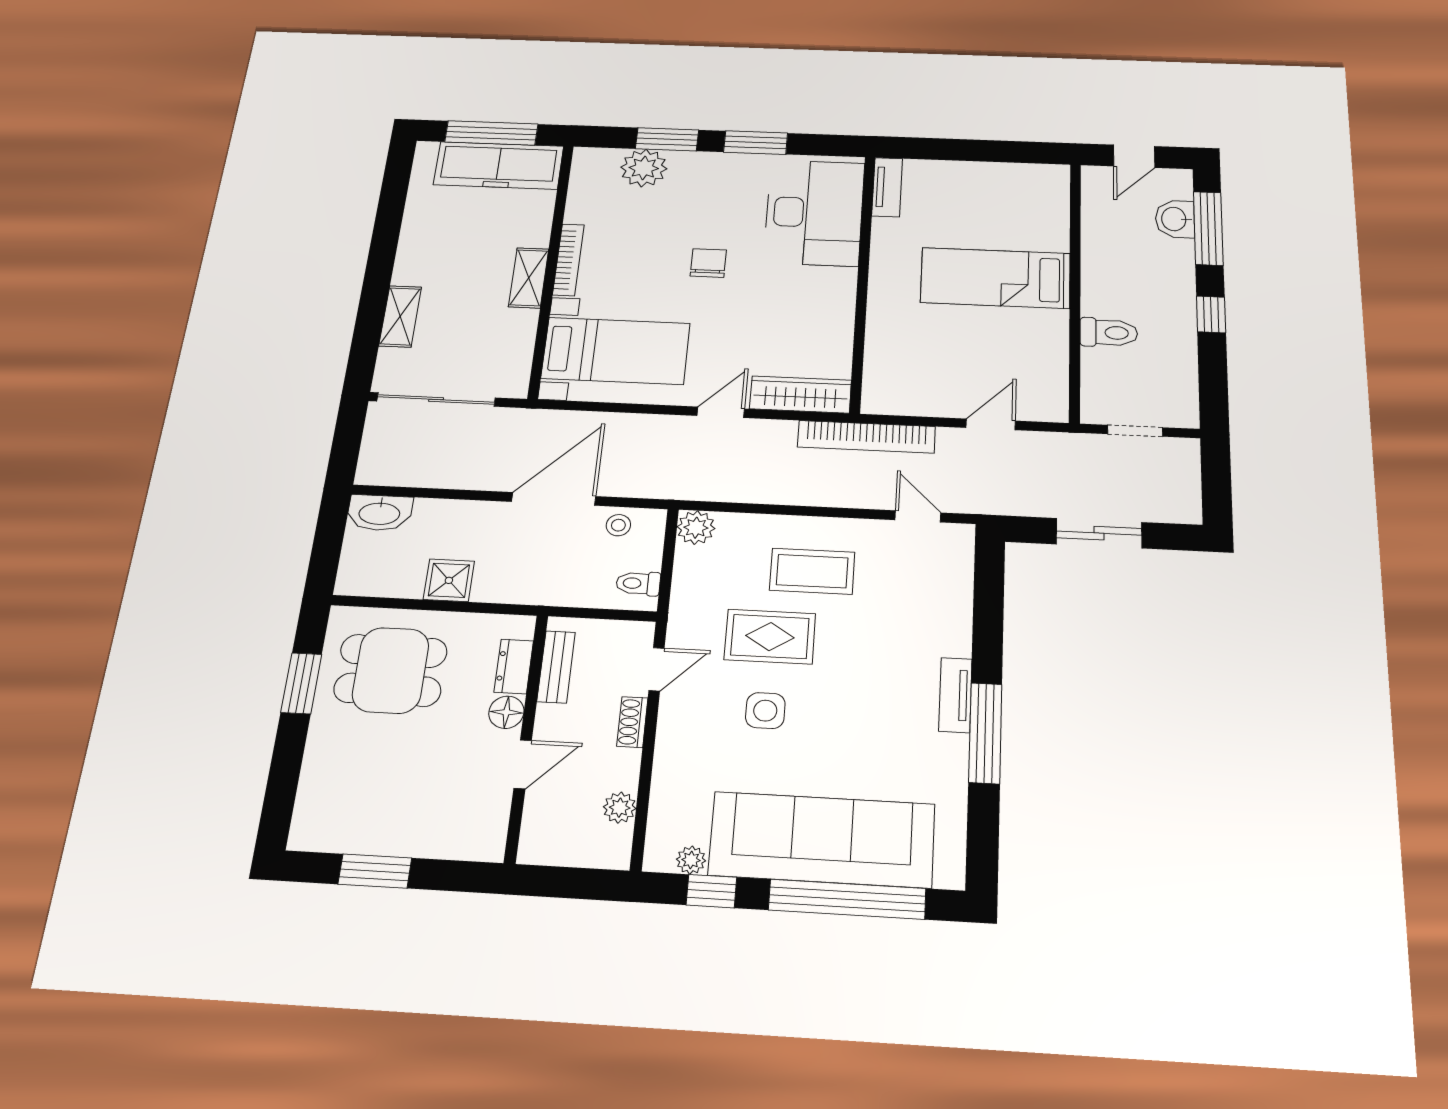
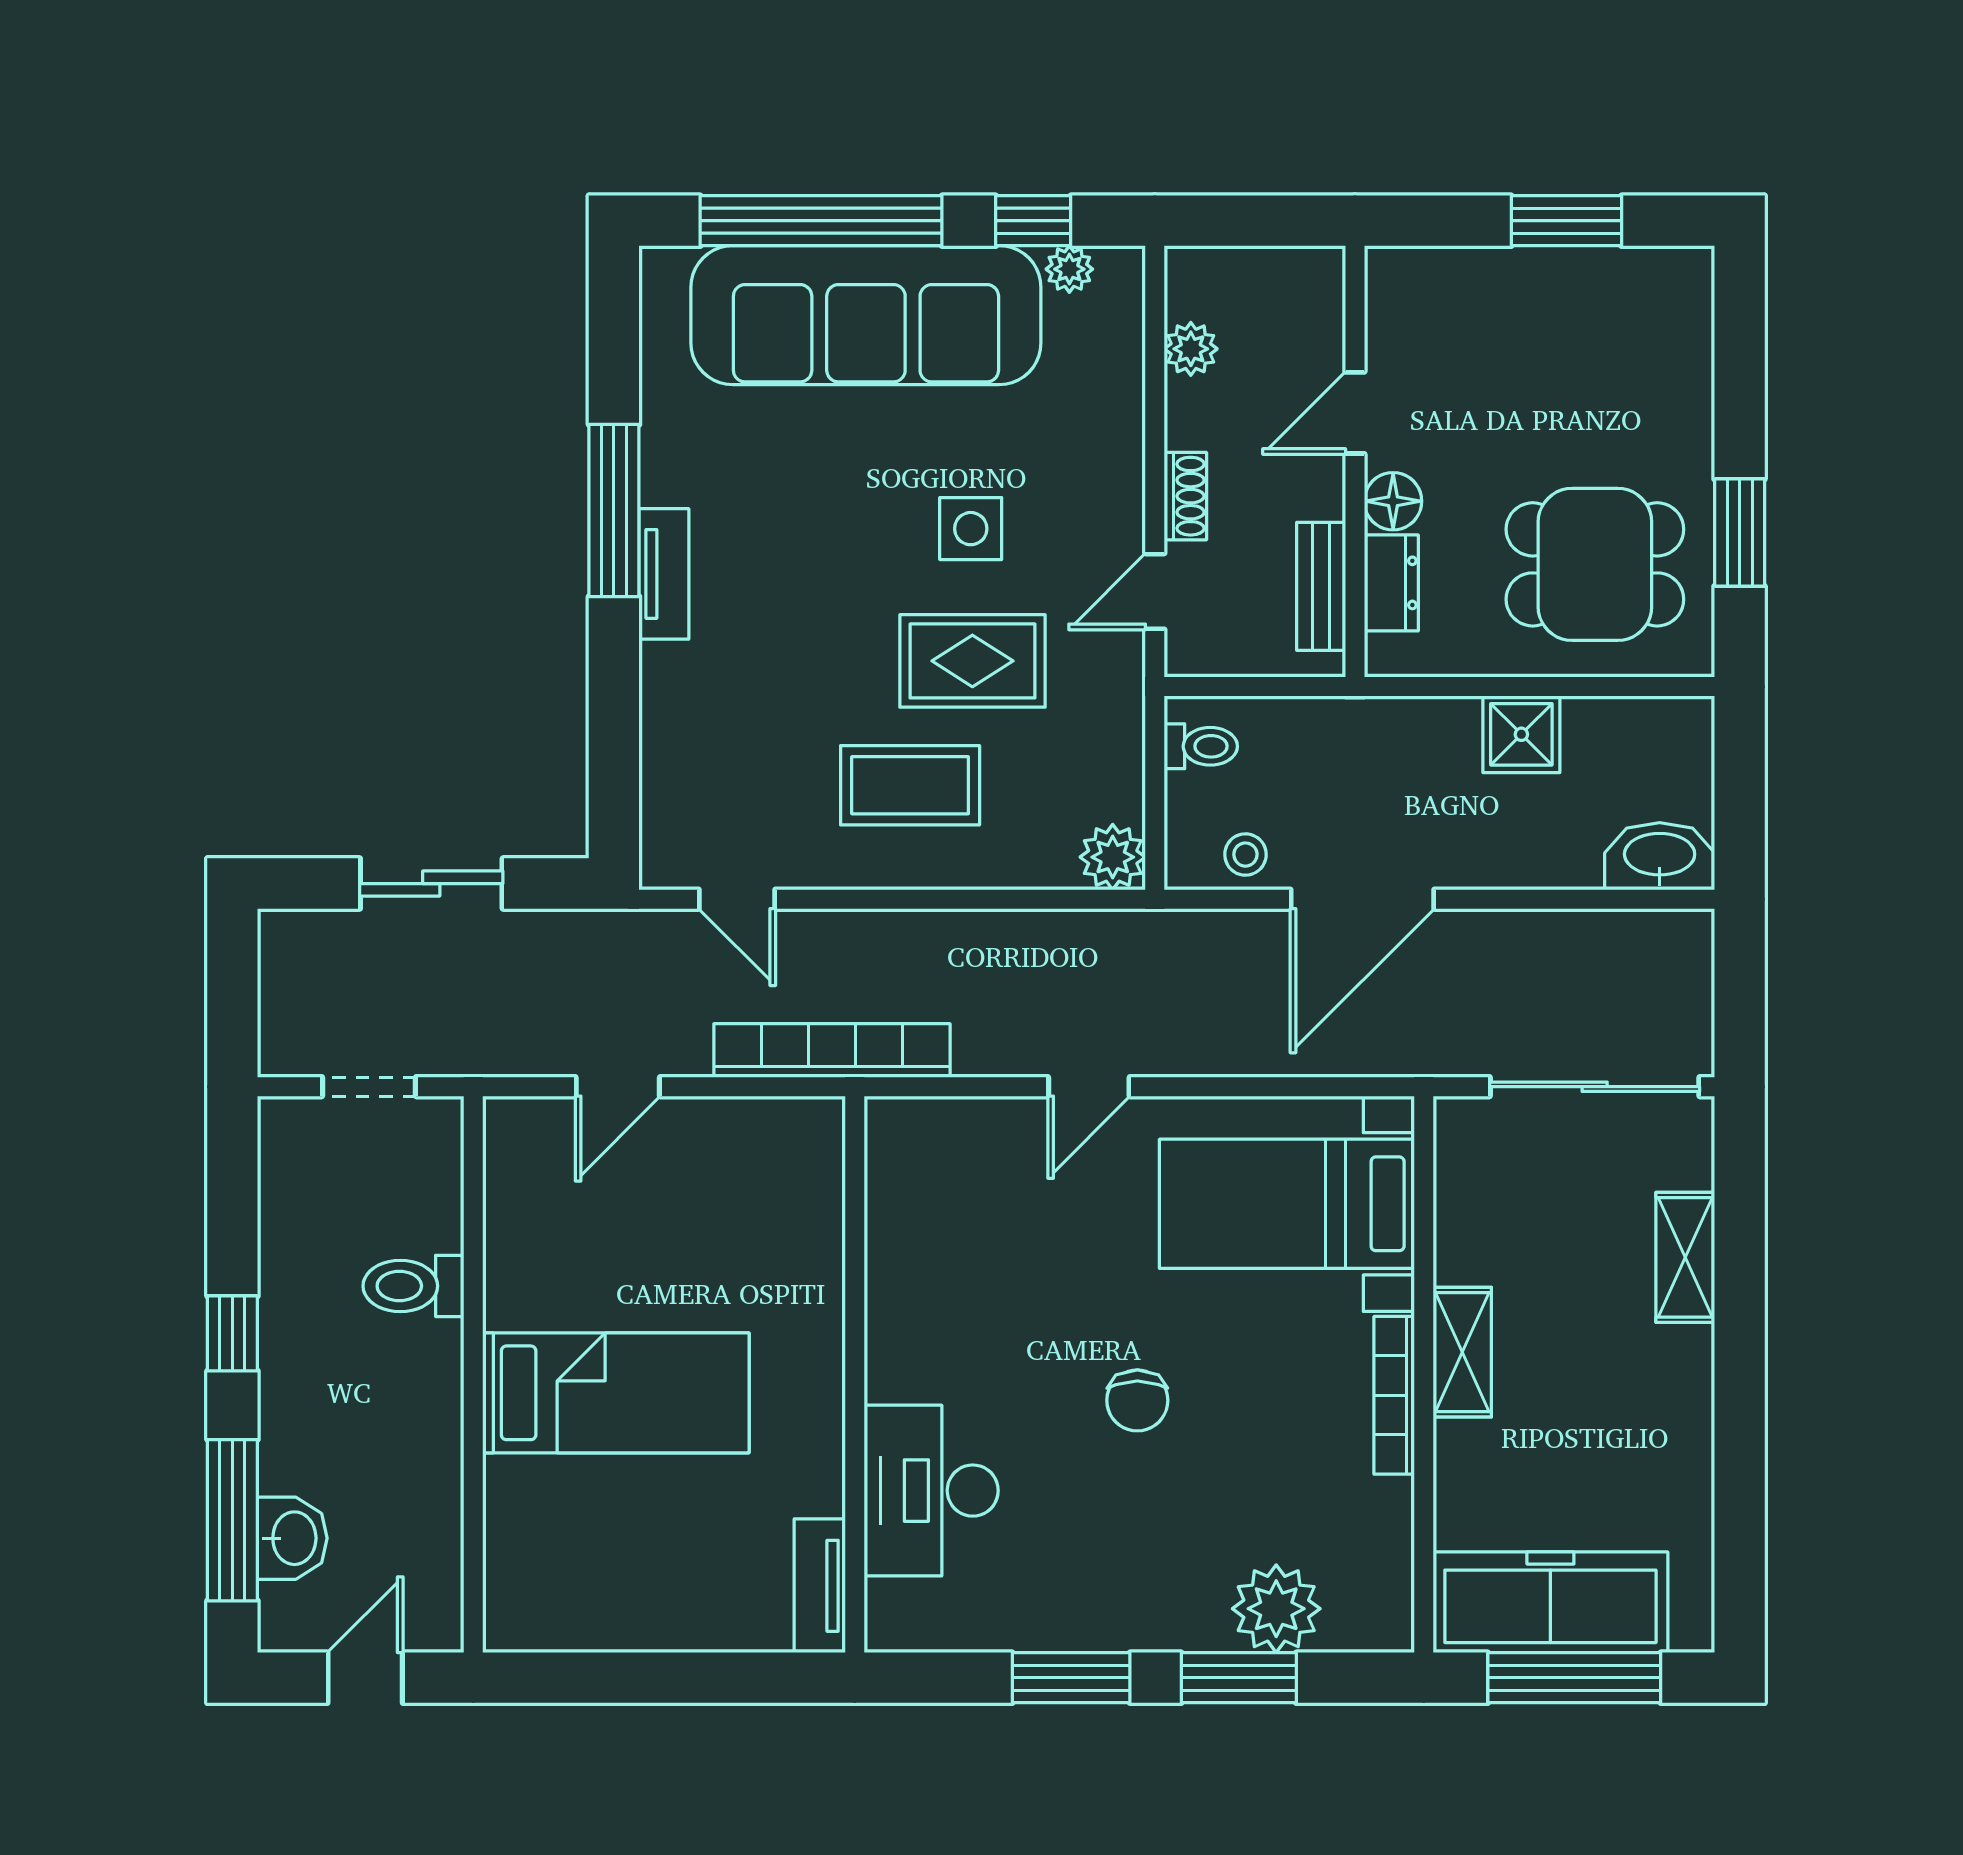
desk: (814, 213) -> (931, 1491), width x0.73, depth x0.77
wardrobe: (801, 395) -> (952, 1130), removed

